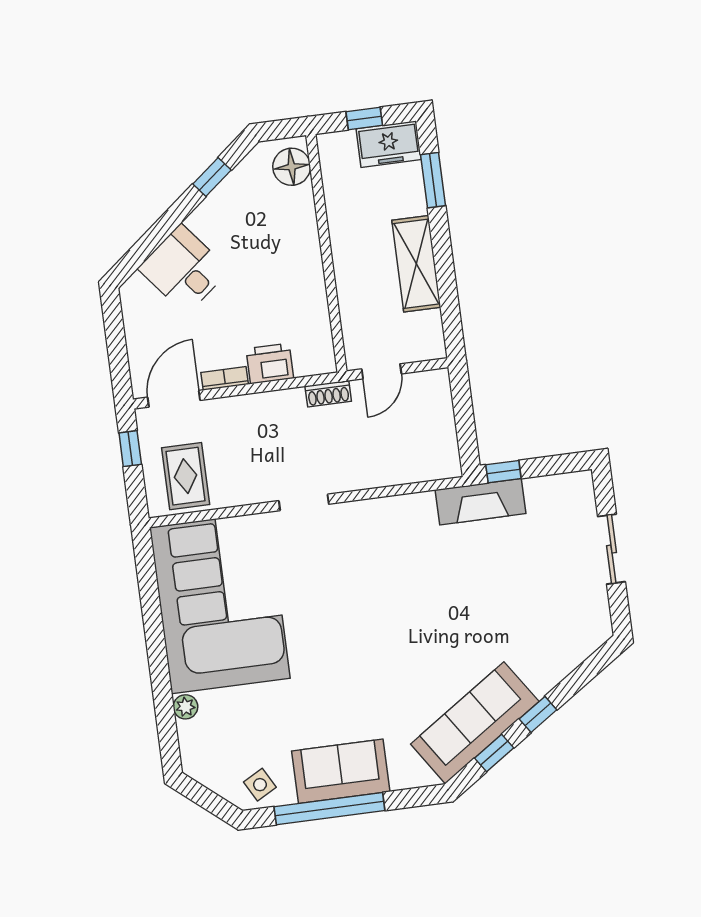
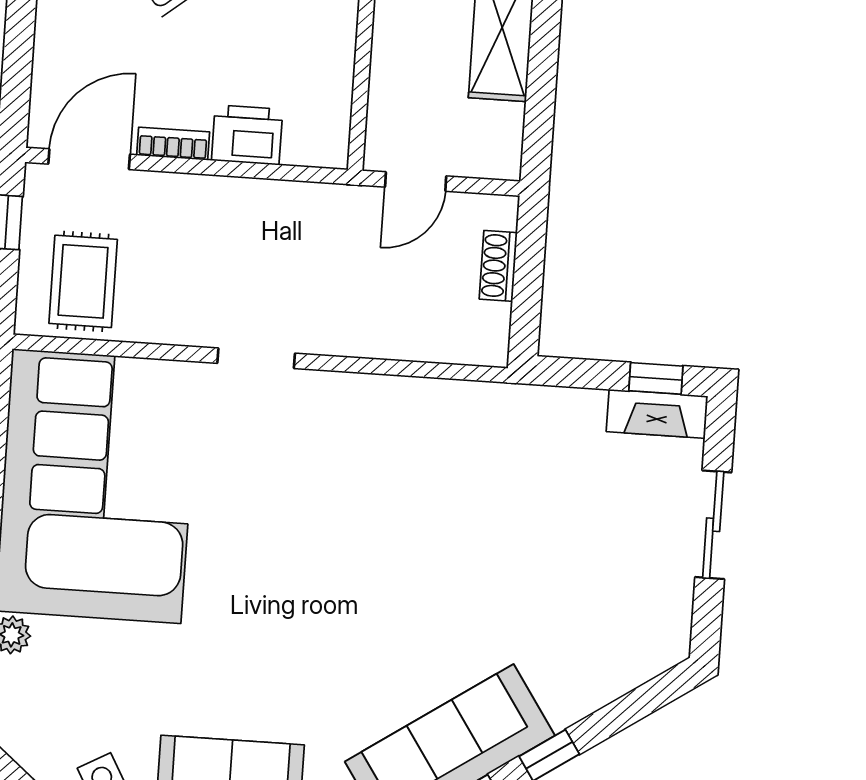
shoe rack: (328, 394) -> (498, 266), moved, turned 90
window: (503, 472) -> (656, 378), moved
fireplace: (481, 502) -> (657, 414), moved, width x0.73, depth x0.76

